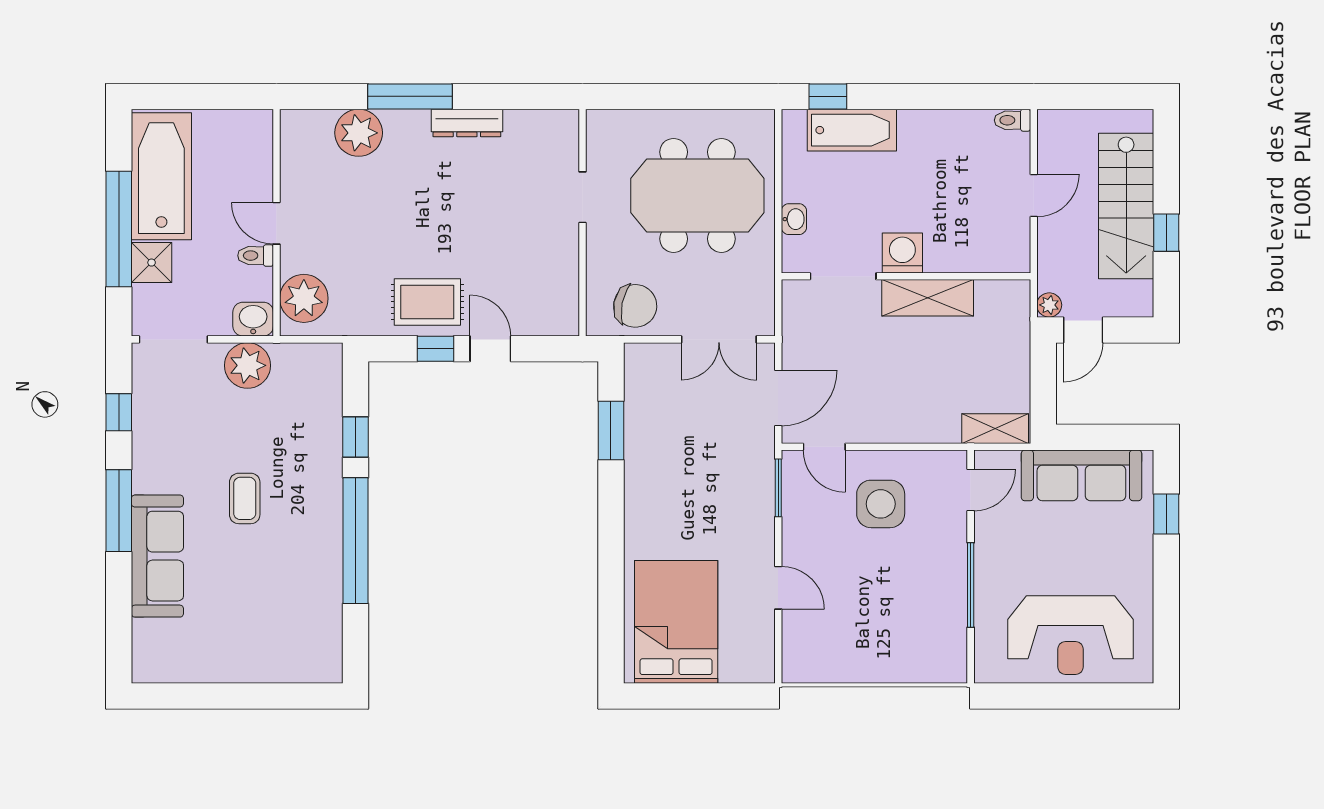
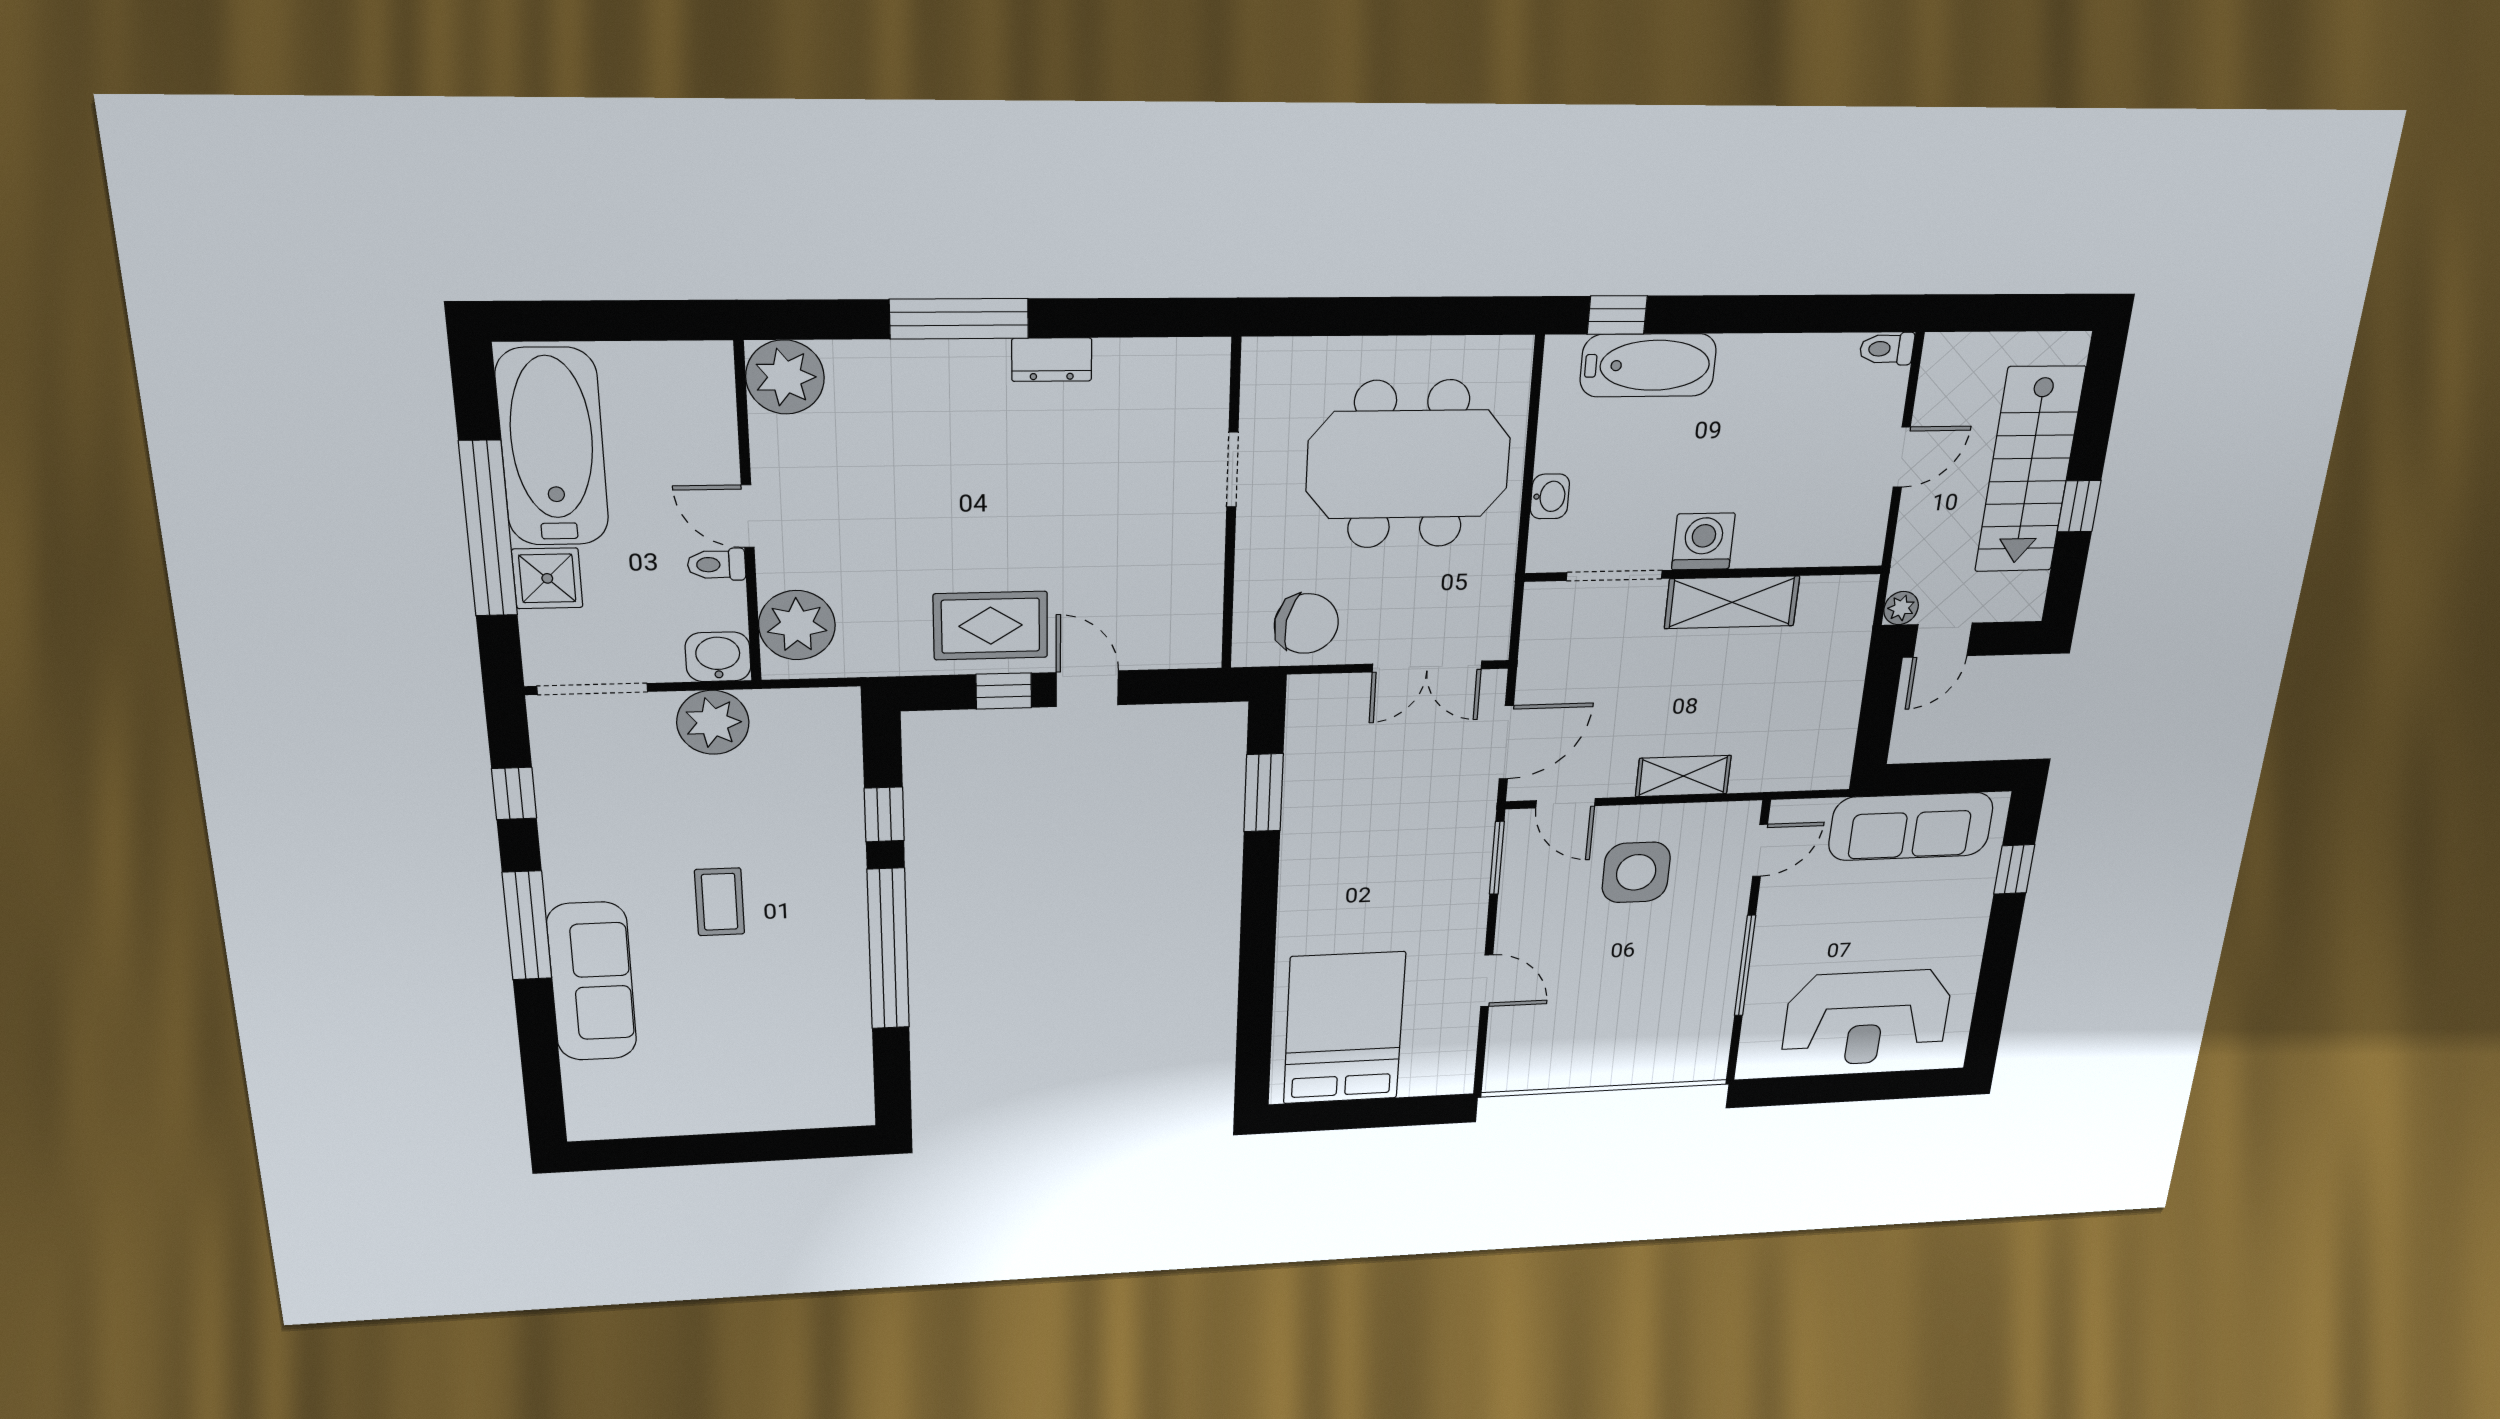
dresser: (467, 123) -> (1052, 360), width x0.70
plant: (359, 133) -> (785, 377), moved
shelving: (995, 429) -> (1683, 776), moved

